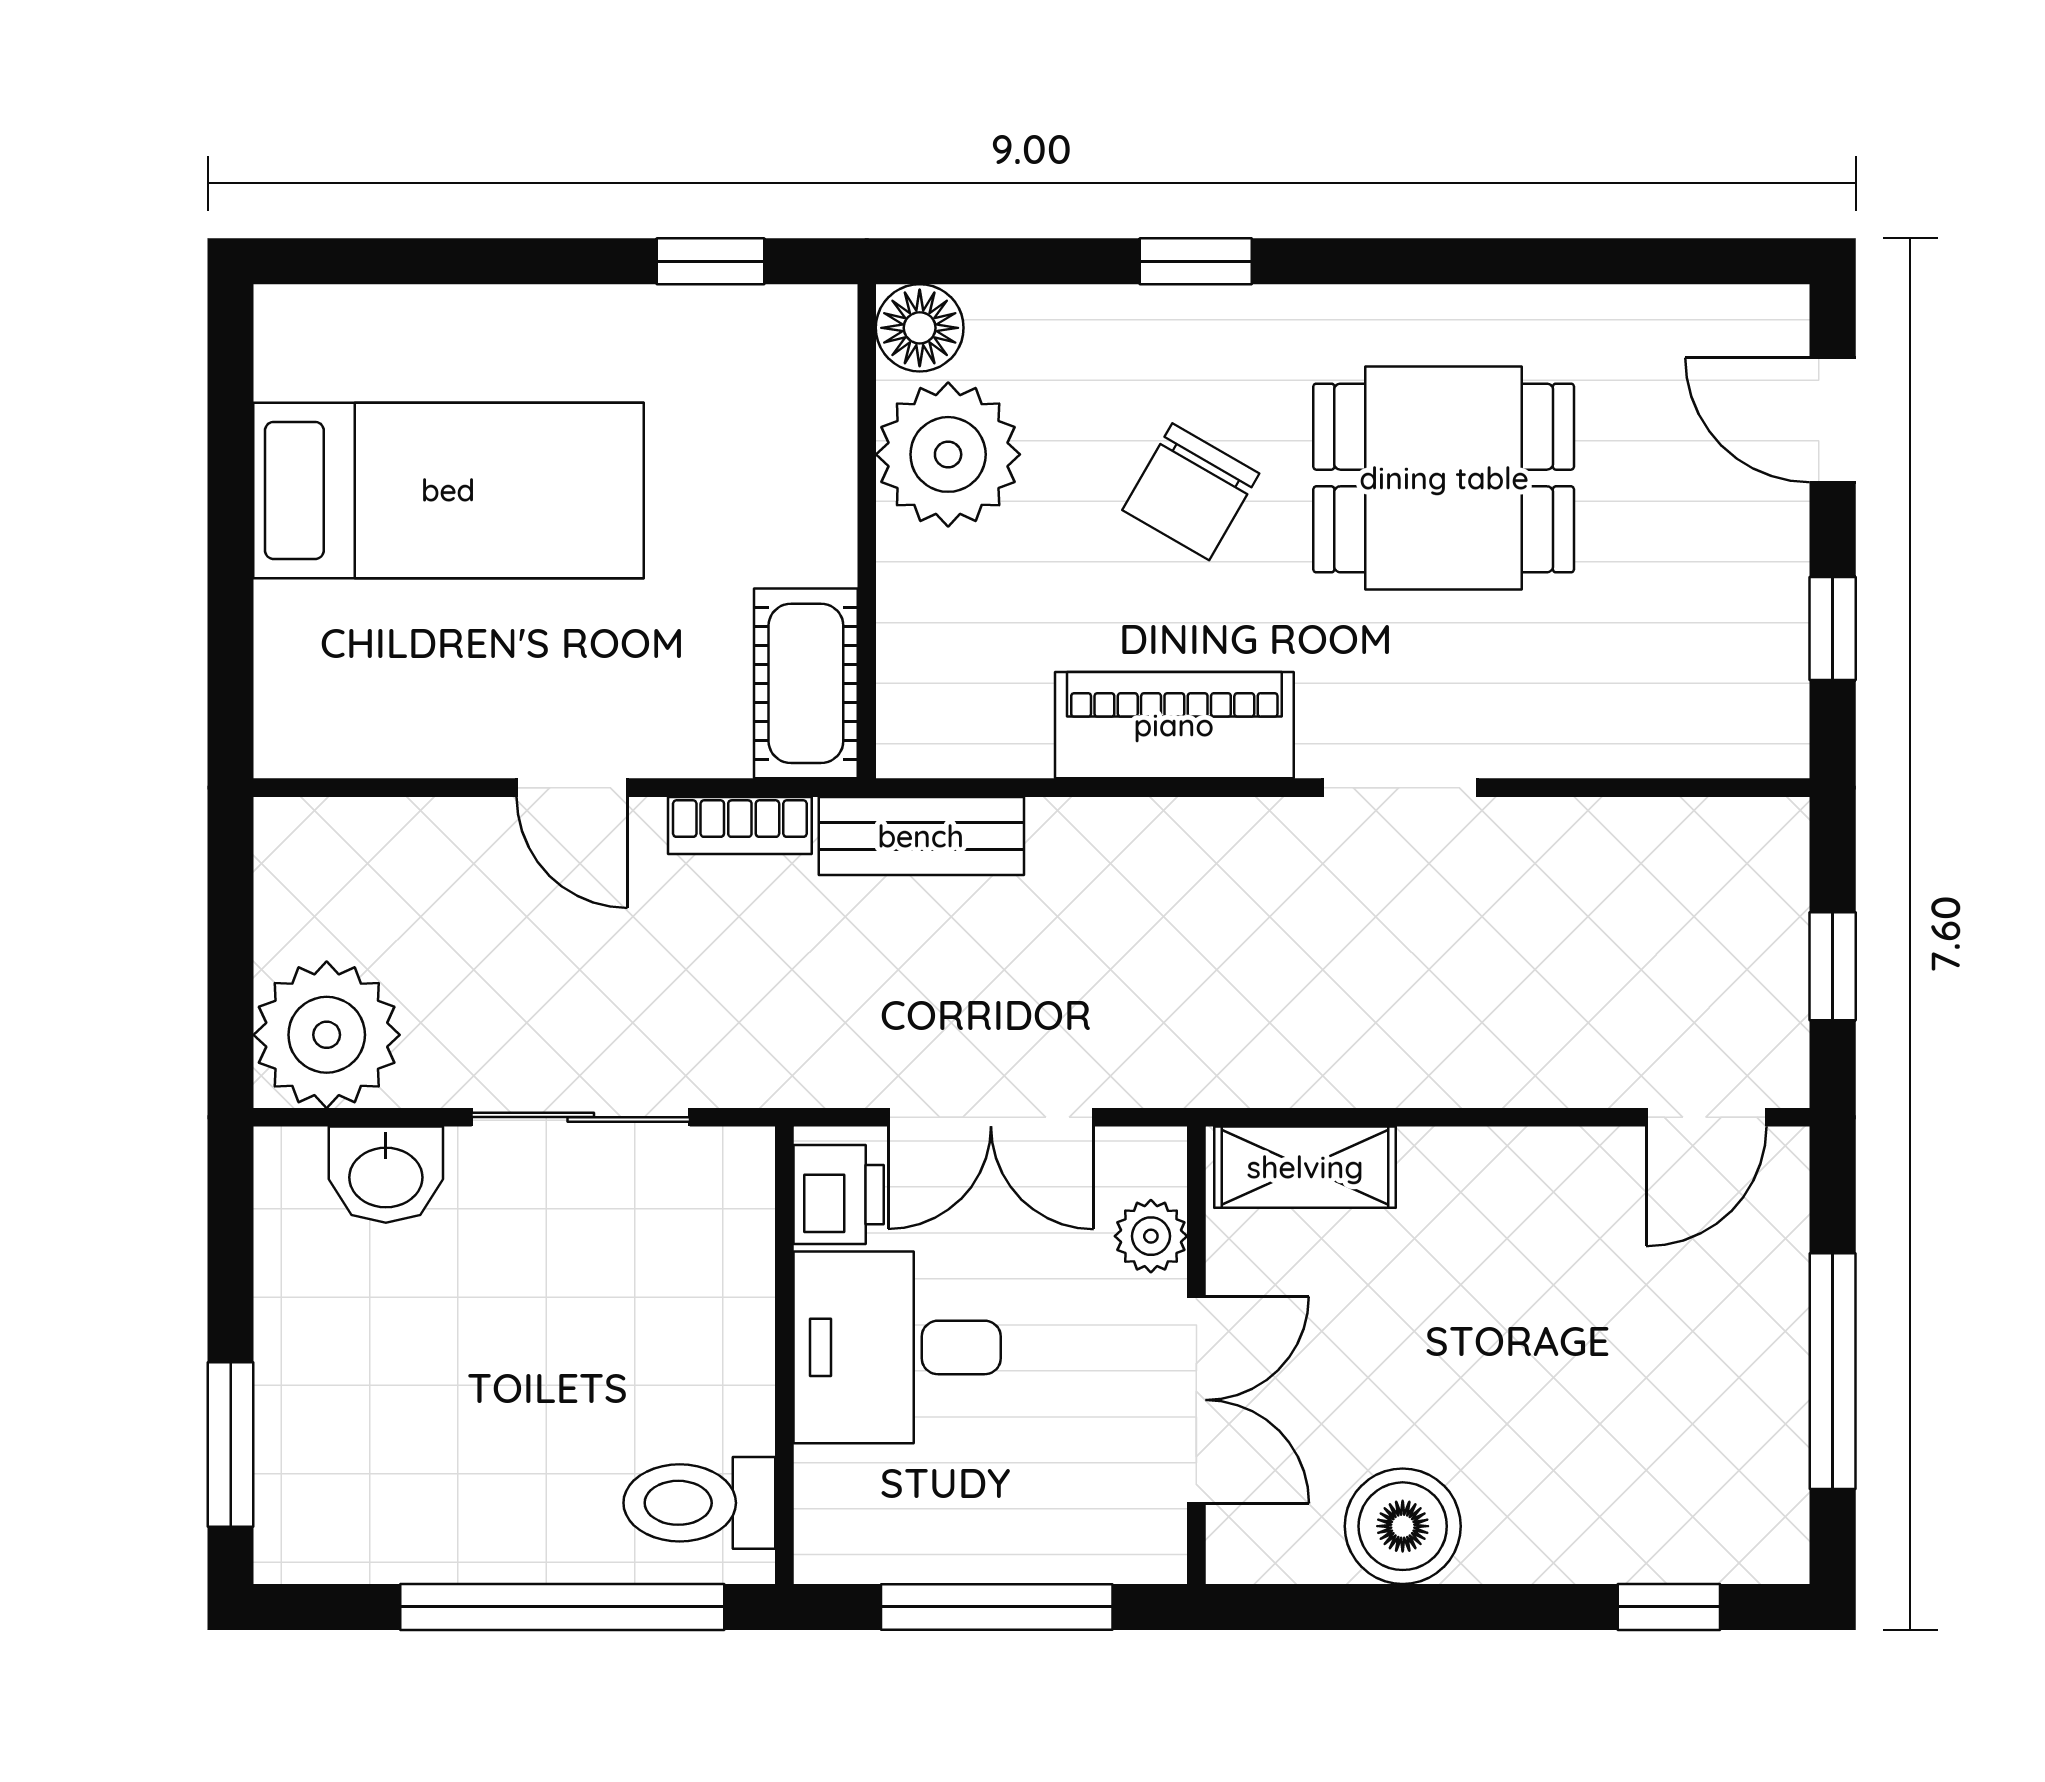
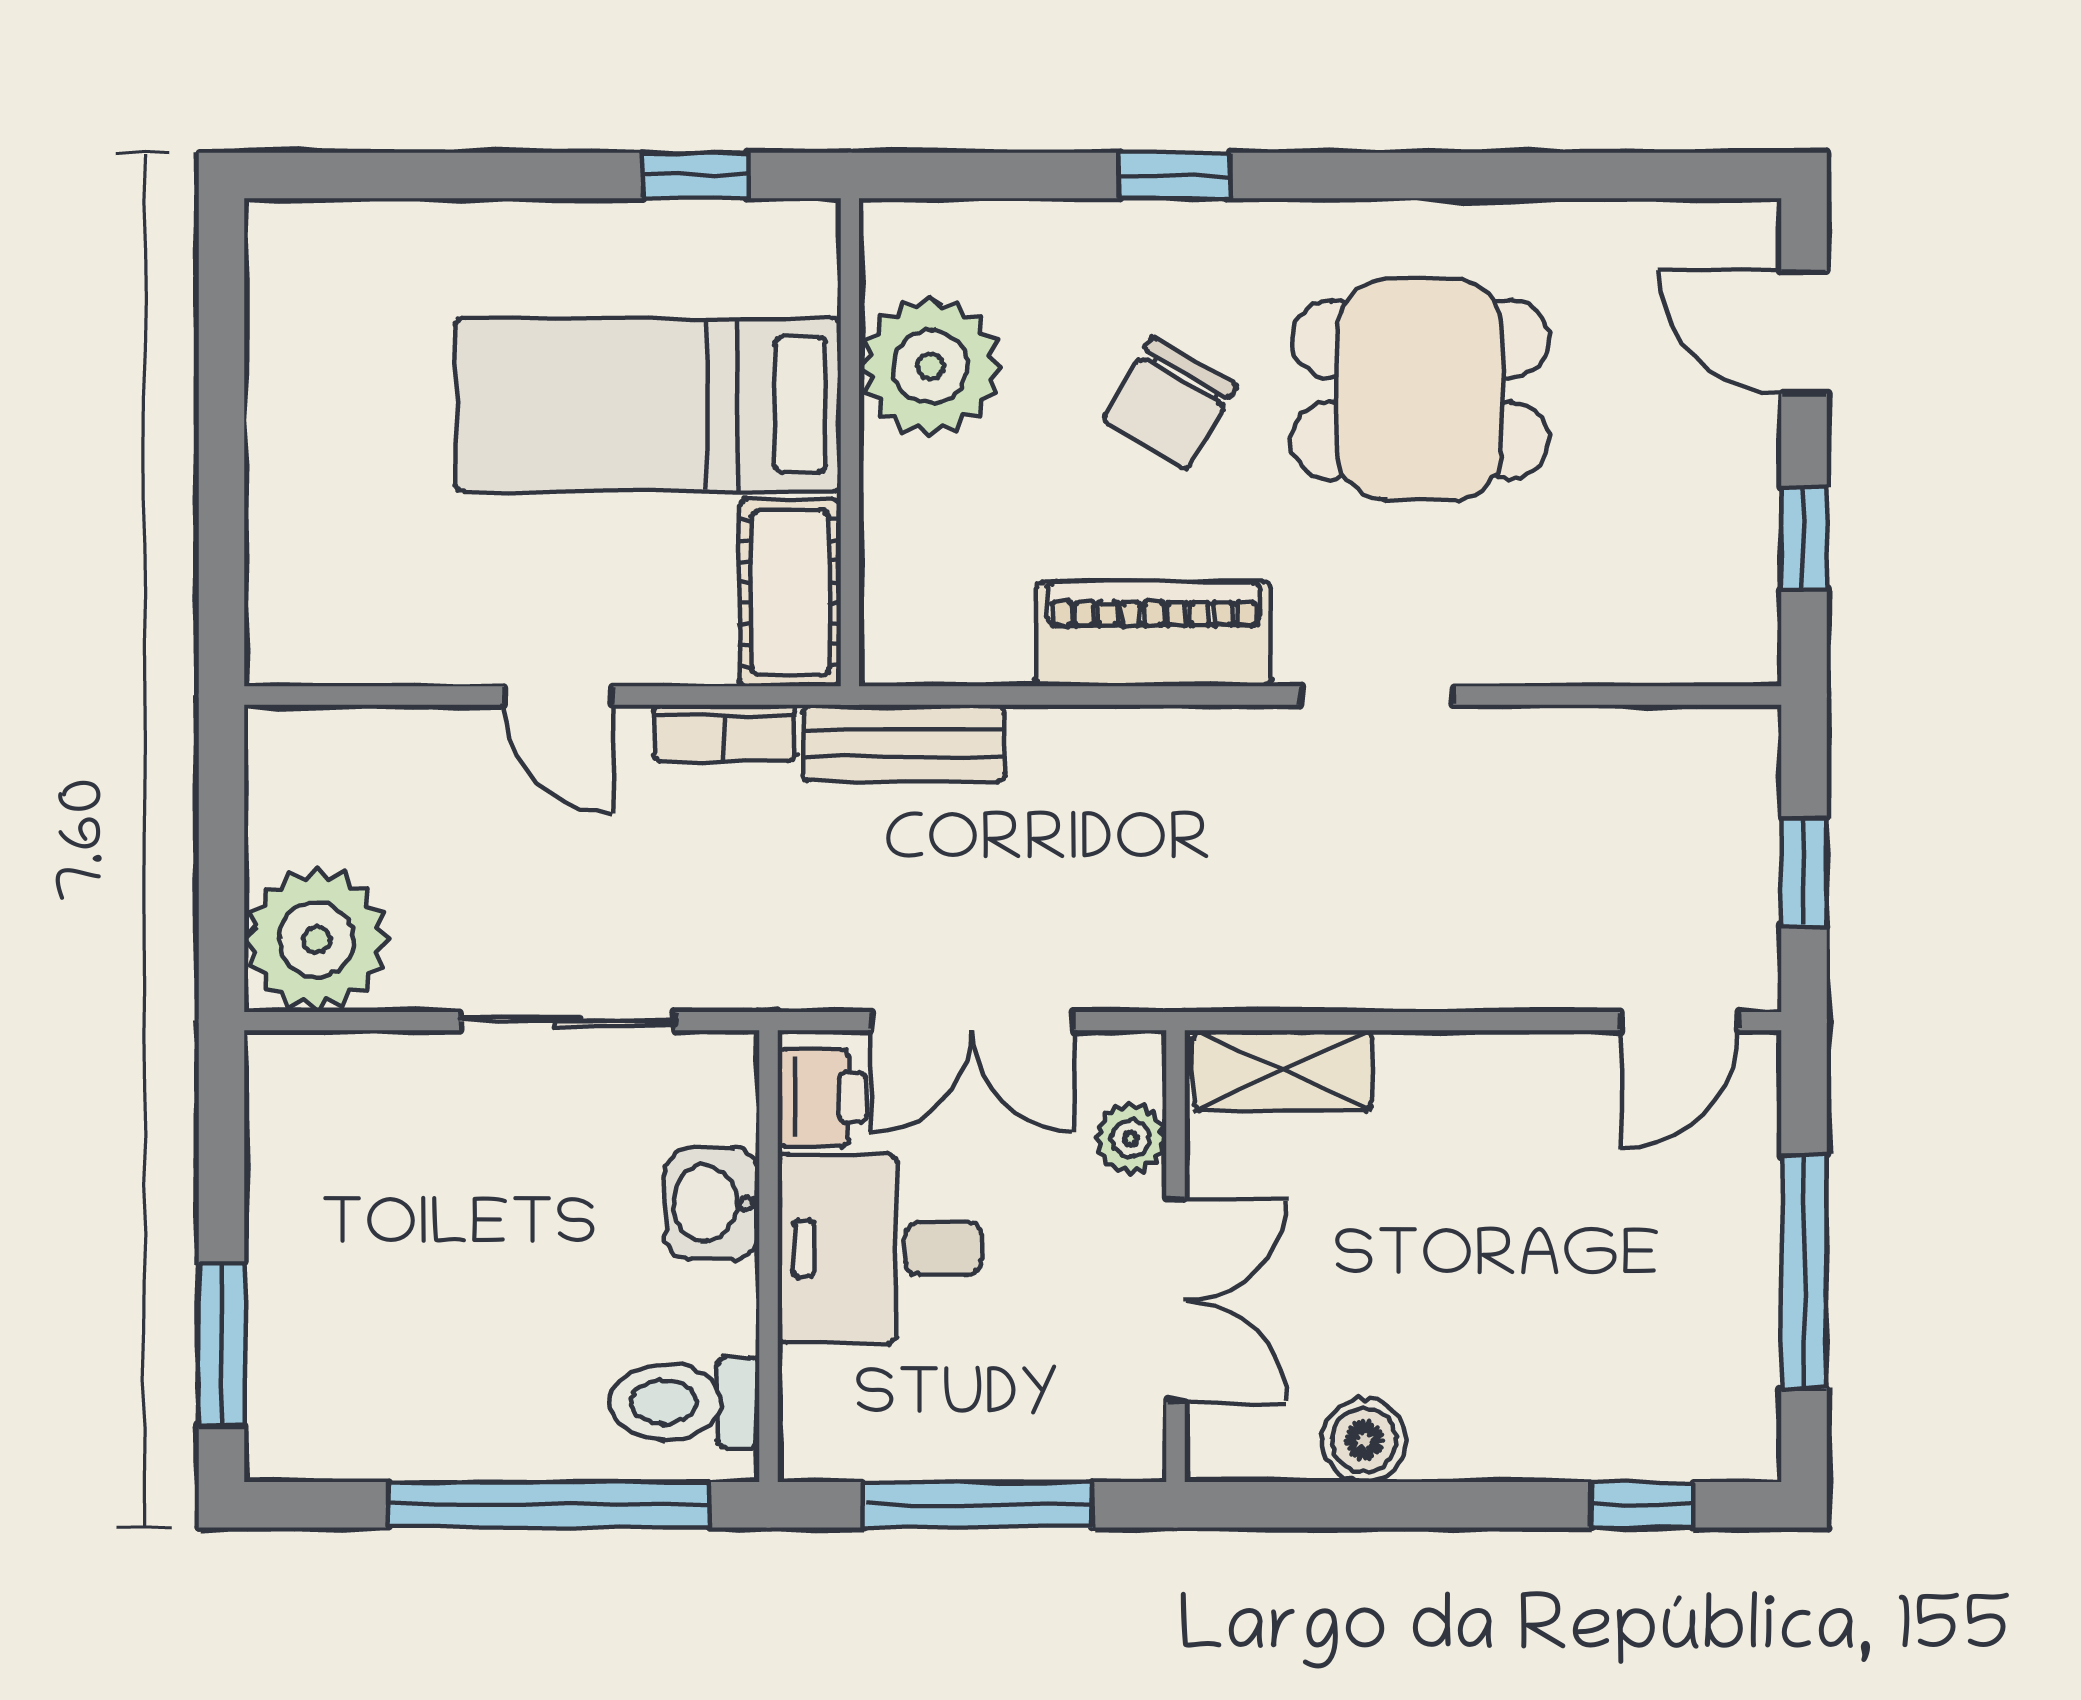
floor lamp: (920, 328) -> (902, 241), removed
bed: (448, 490) -> (648, 405), moved, turned 180
washbasin: (386, 1175) -> (712, 1203), moved, turned 90
boiler: (1403, 1526) -> (1364, 1440), width x0.73, depth x0.73

